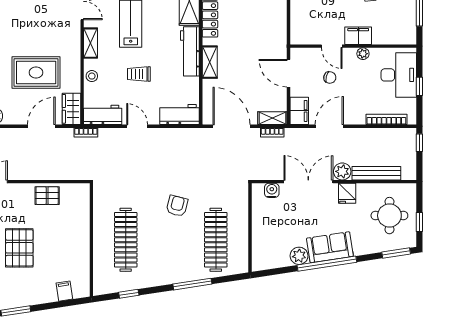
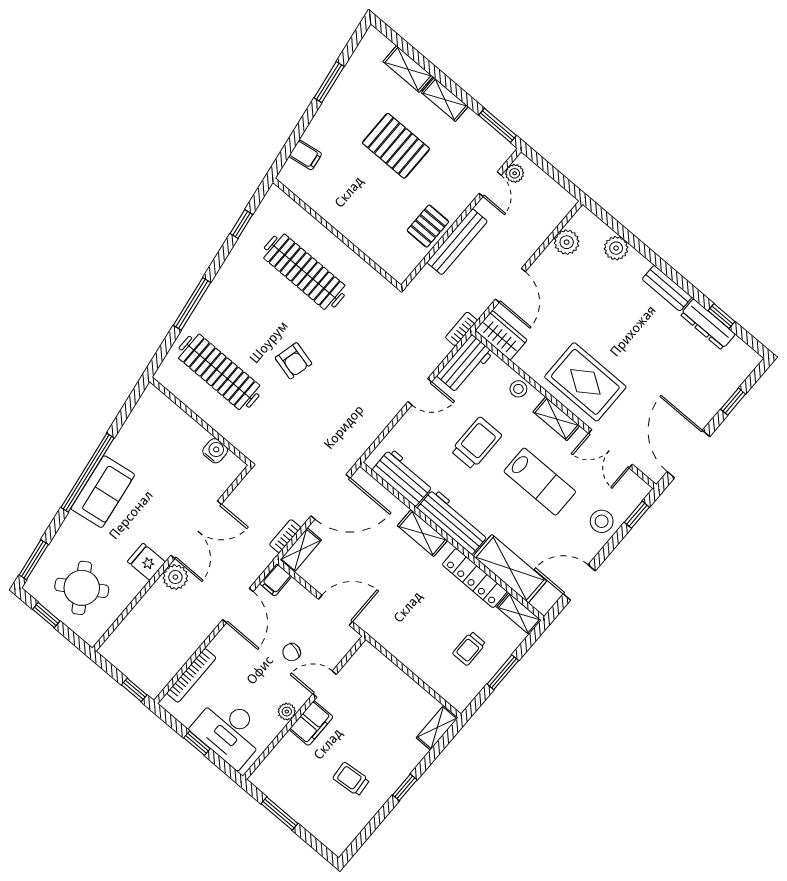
rug: (36, 72) -> (585, 382), moved, turned 90
trolley: (139, 74) -> (476, 443), width x1.36, depth x1.39
filing cabinet: (299, 111) -> (276, 580), width x0.50
workbench: (180, 115) -> (403, 477), moved, turned -90
bench: (376, 173) -> (457, 242), moved
water cooler: (272, 190) -> (215, 451), moved, turned -90
round table: (389, 216) -> (82, 588), turned -32
plant: (299, 256) -> (122, 449), removed

